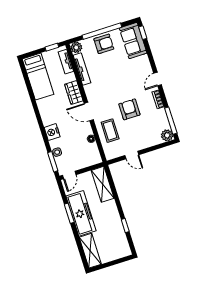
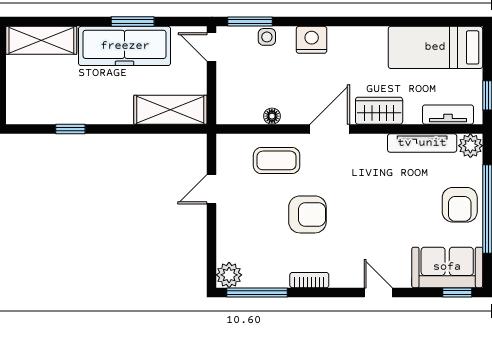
door: (158, 79) -> (378, 293), moved

